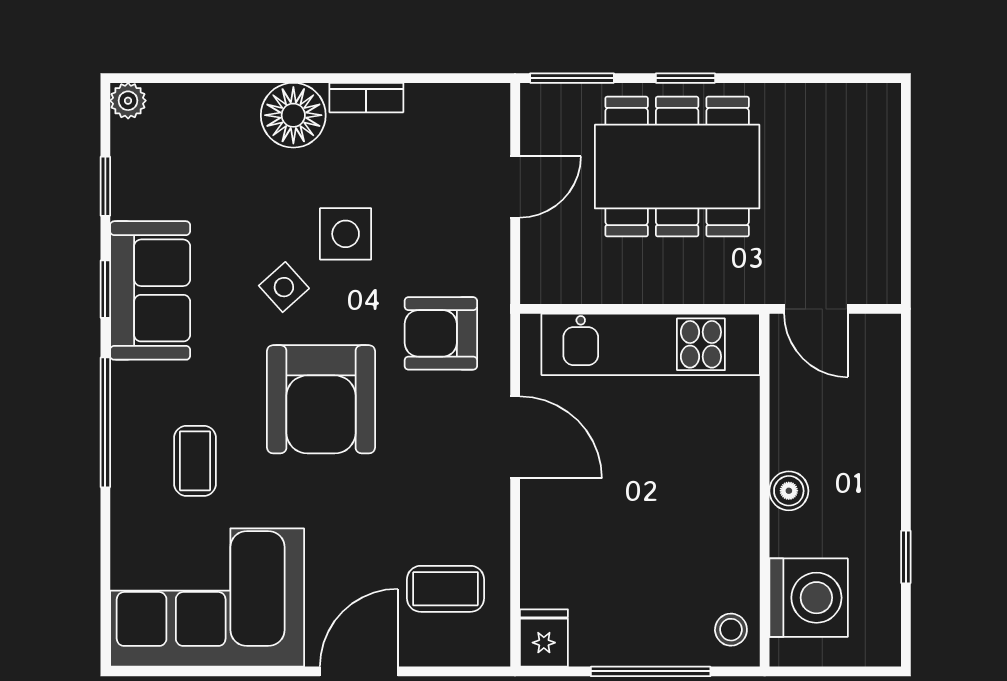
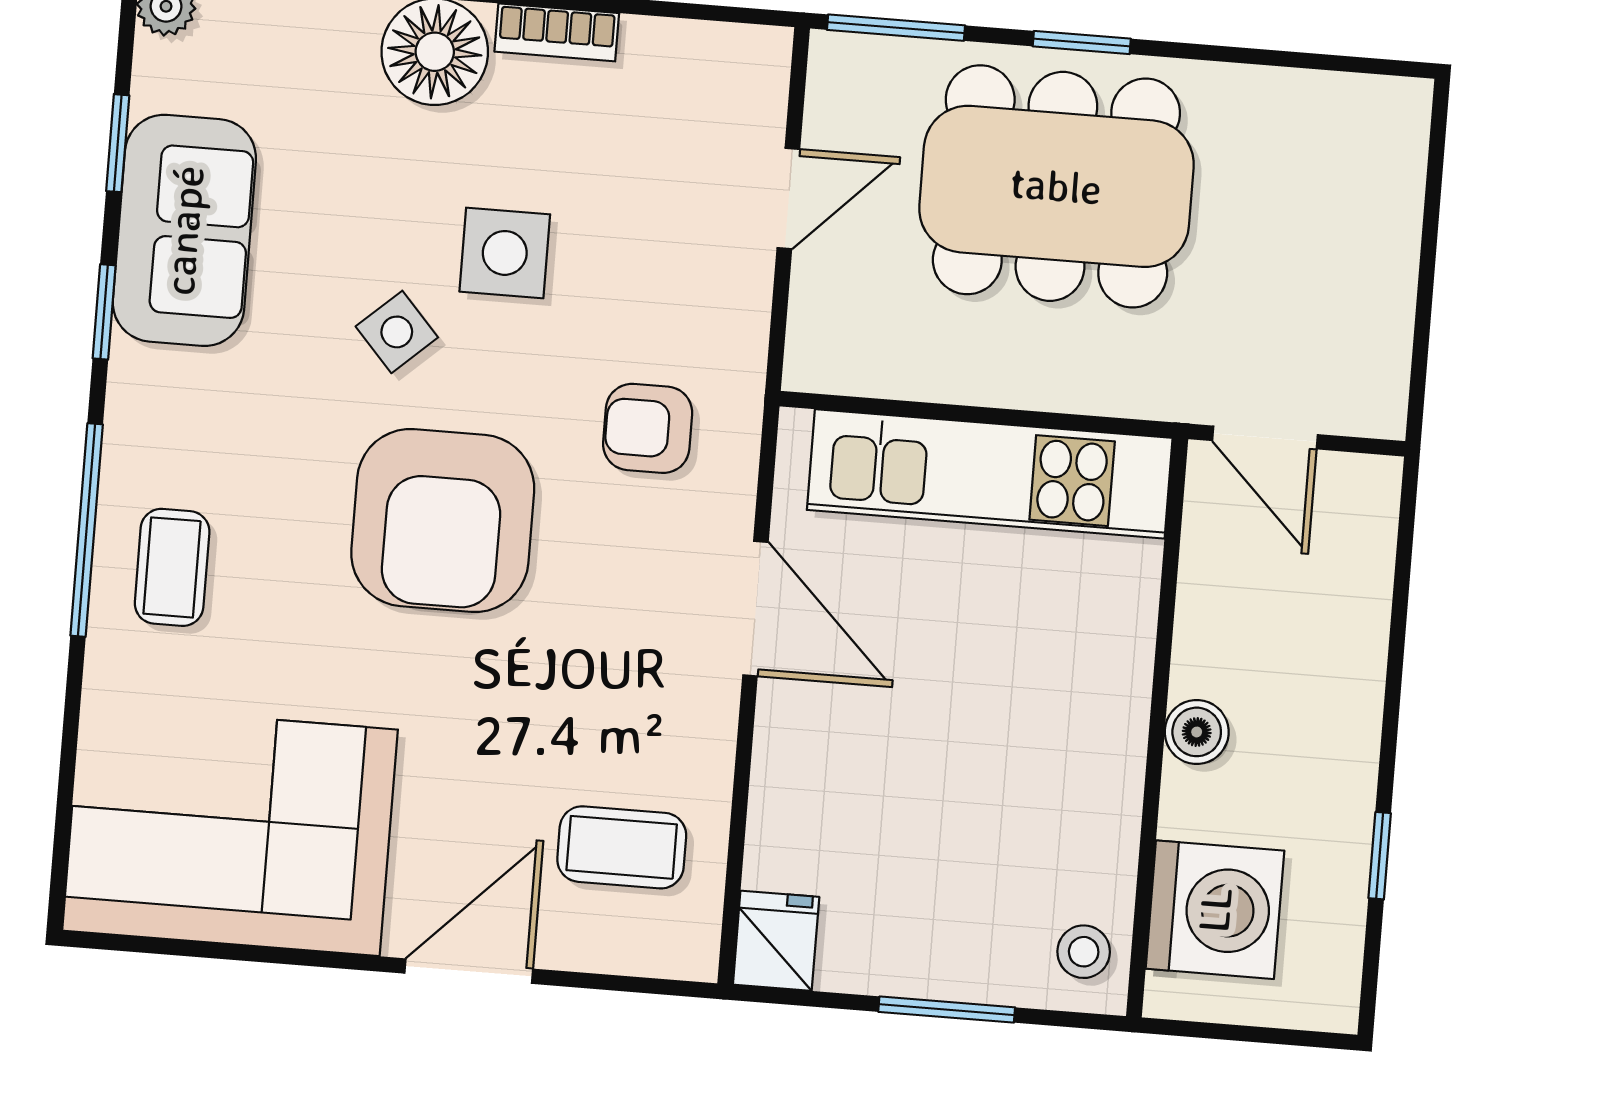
sofa: (150, 290) -> (184, 230), moved
armchair: (441, 333) -> (648, 428), width x0.72, depth x0.72
coffee table: (195, 461) -> (172, 567), moved
window: (651, 671) -> (947, 1010), width x0.69

